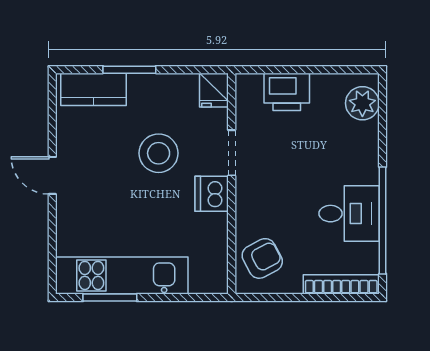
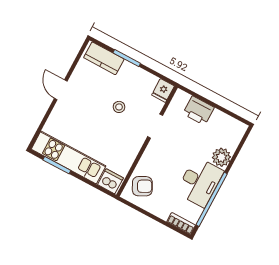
plant: (362, 103) -> (221, 157), moved
stool: (159, 153) -> (119, 107), width x0.53, depth x0.53
dishwasher: (212, 194) -> (110, 181), moved, turned 90
desk: (349, 214) -> (200, 182), width x1.37
bookcase: (341, 284) -> (181, 223), width x0.64

